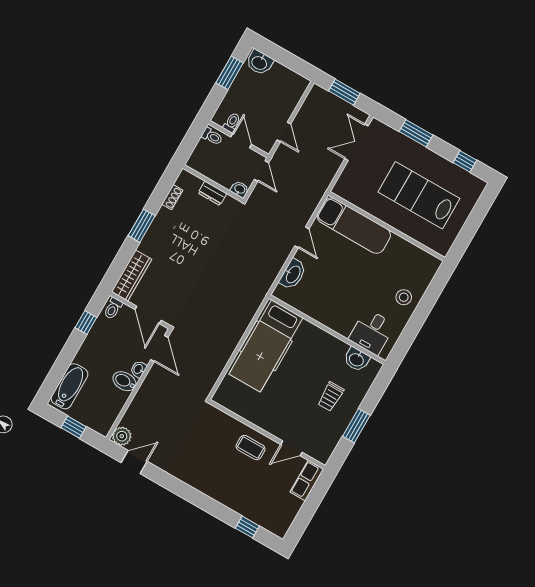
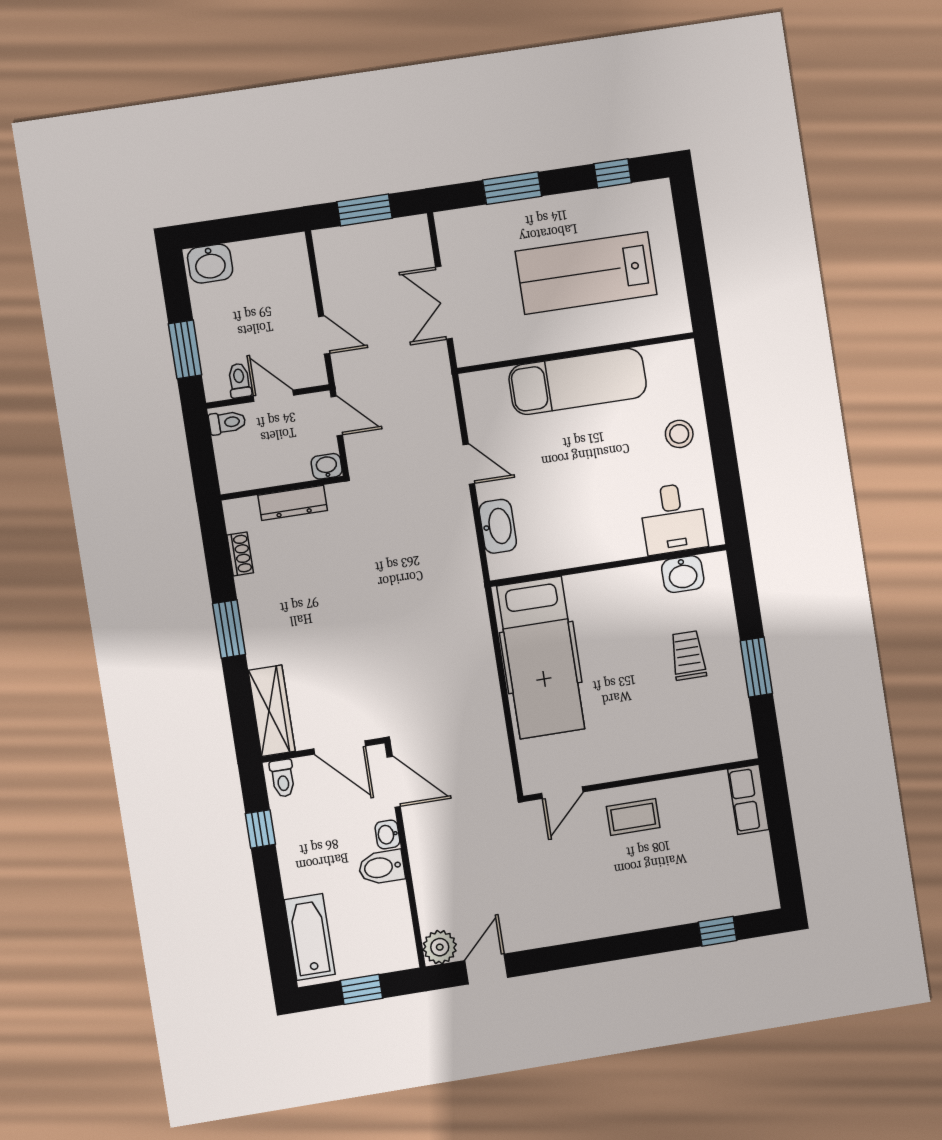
window: (230, 73) -> (185, 349), moved
double door: (356, 142) -> (444, 303), moved
dresser: (212, 193) -> (293, 503), width x1.44
exam couch: (354, 226) -> (578, 382), moved
trolley: (331, 397) -> (688, 655), turned 180
door: (291, 448) -> (562, 793), moved

